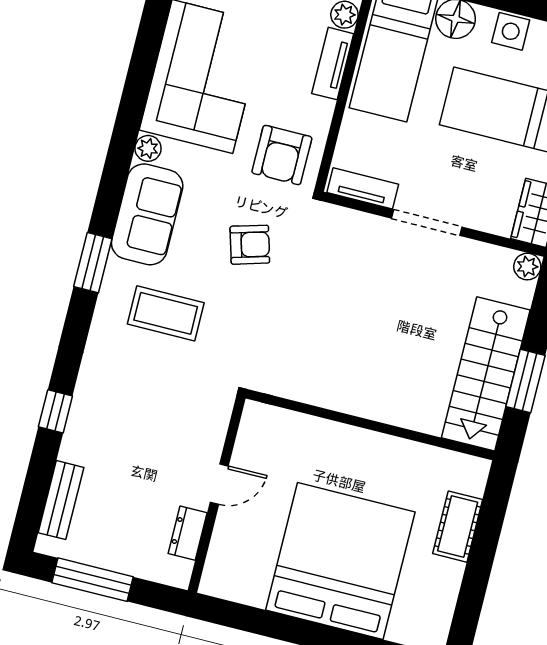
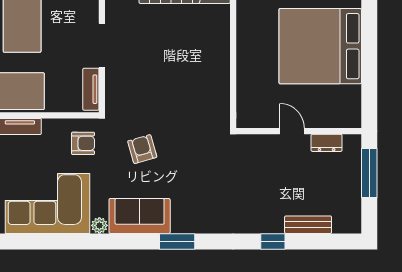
armchair: (282, 155) -> (83, 143), width x0.72, depth x0.72
coffee table: (166, 313) -> (197, 190), removed
bench: (61, 500) -> (308, 225), moved
window: (93, 580) -> (369, 173), moved

